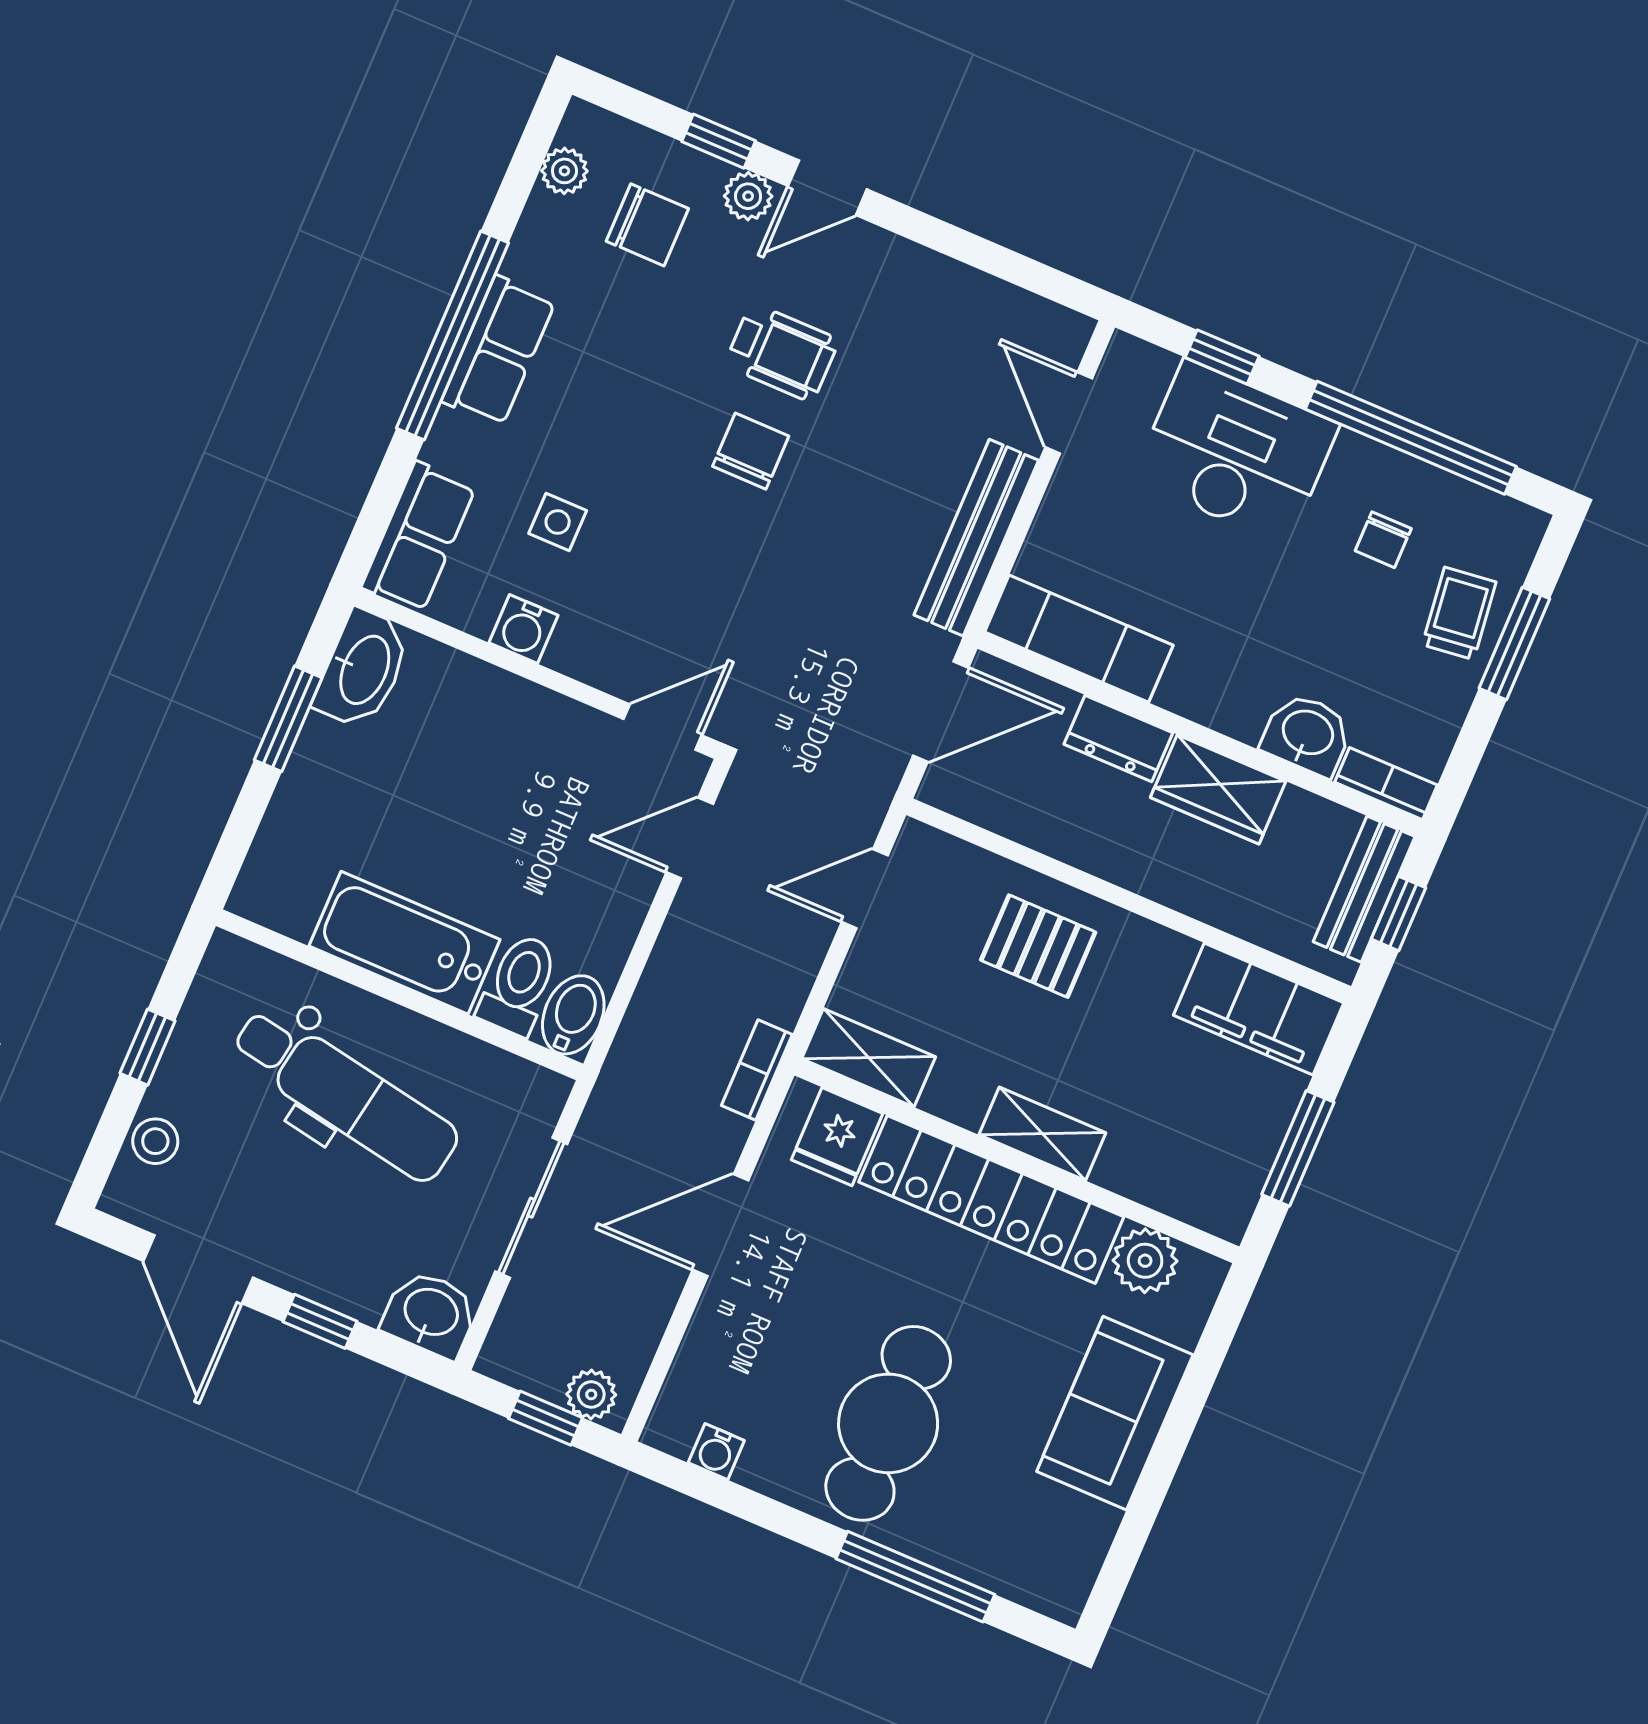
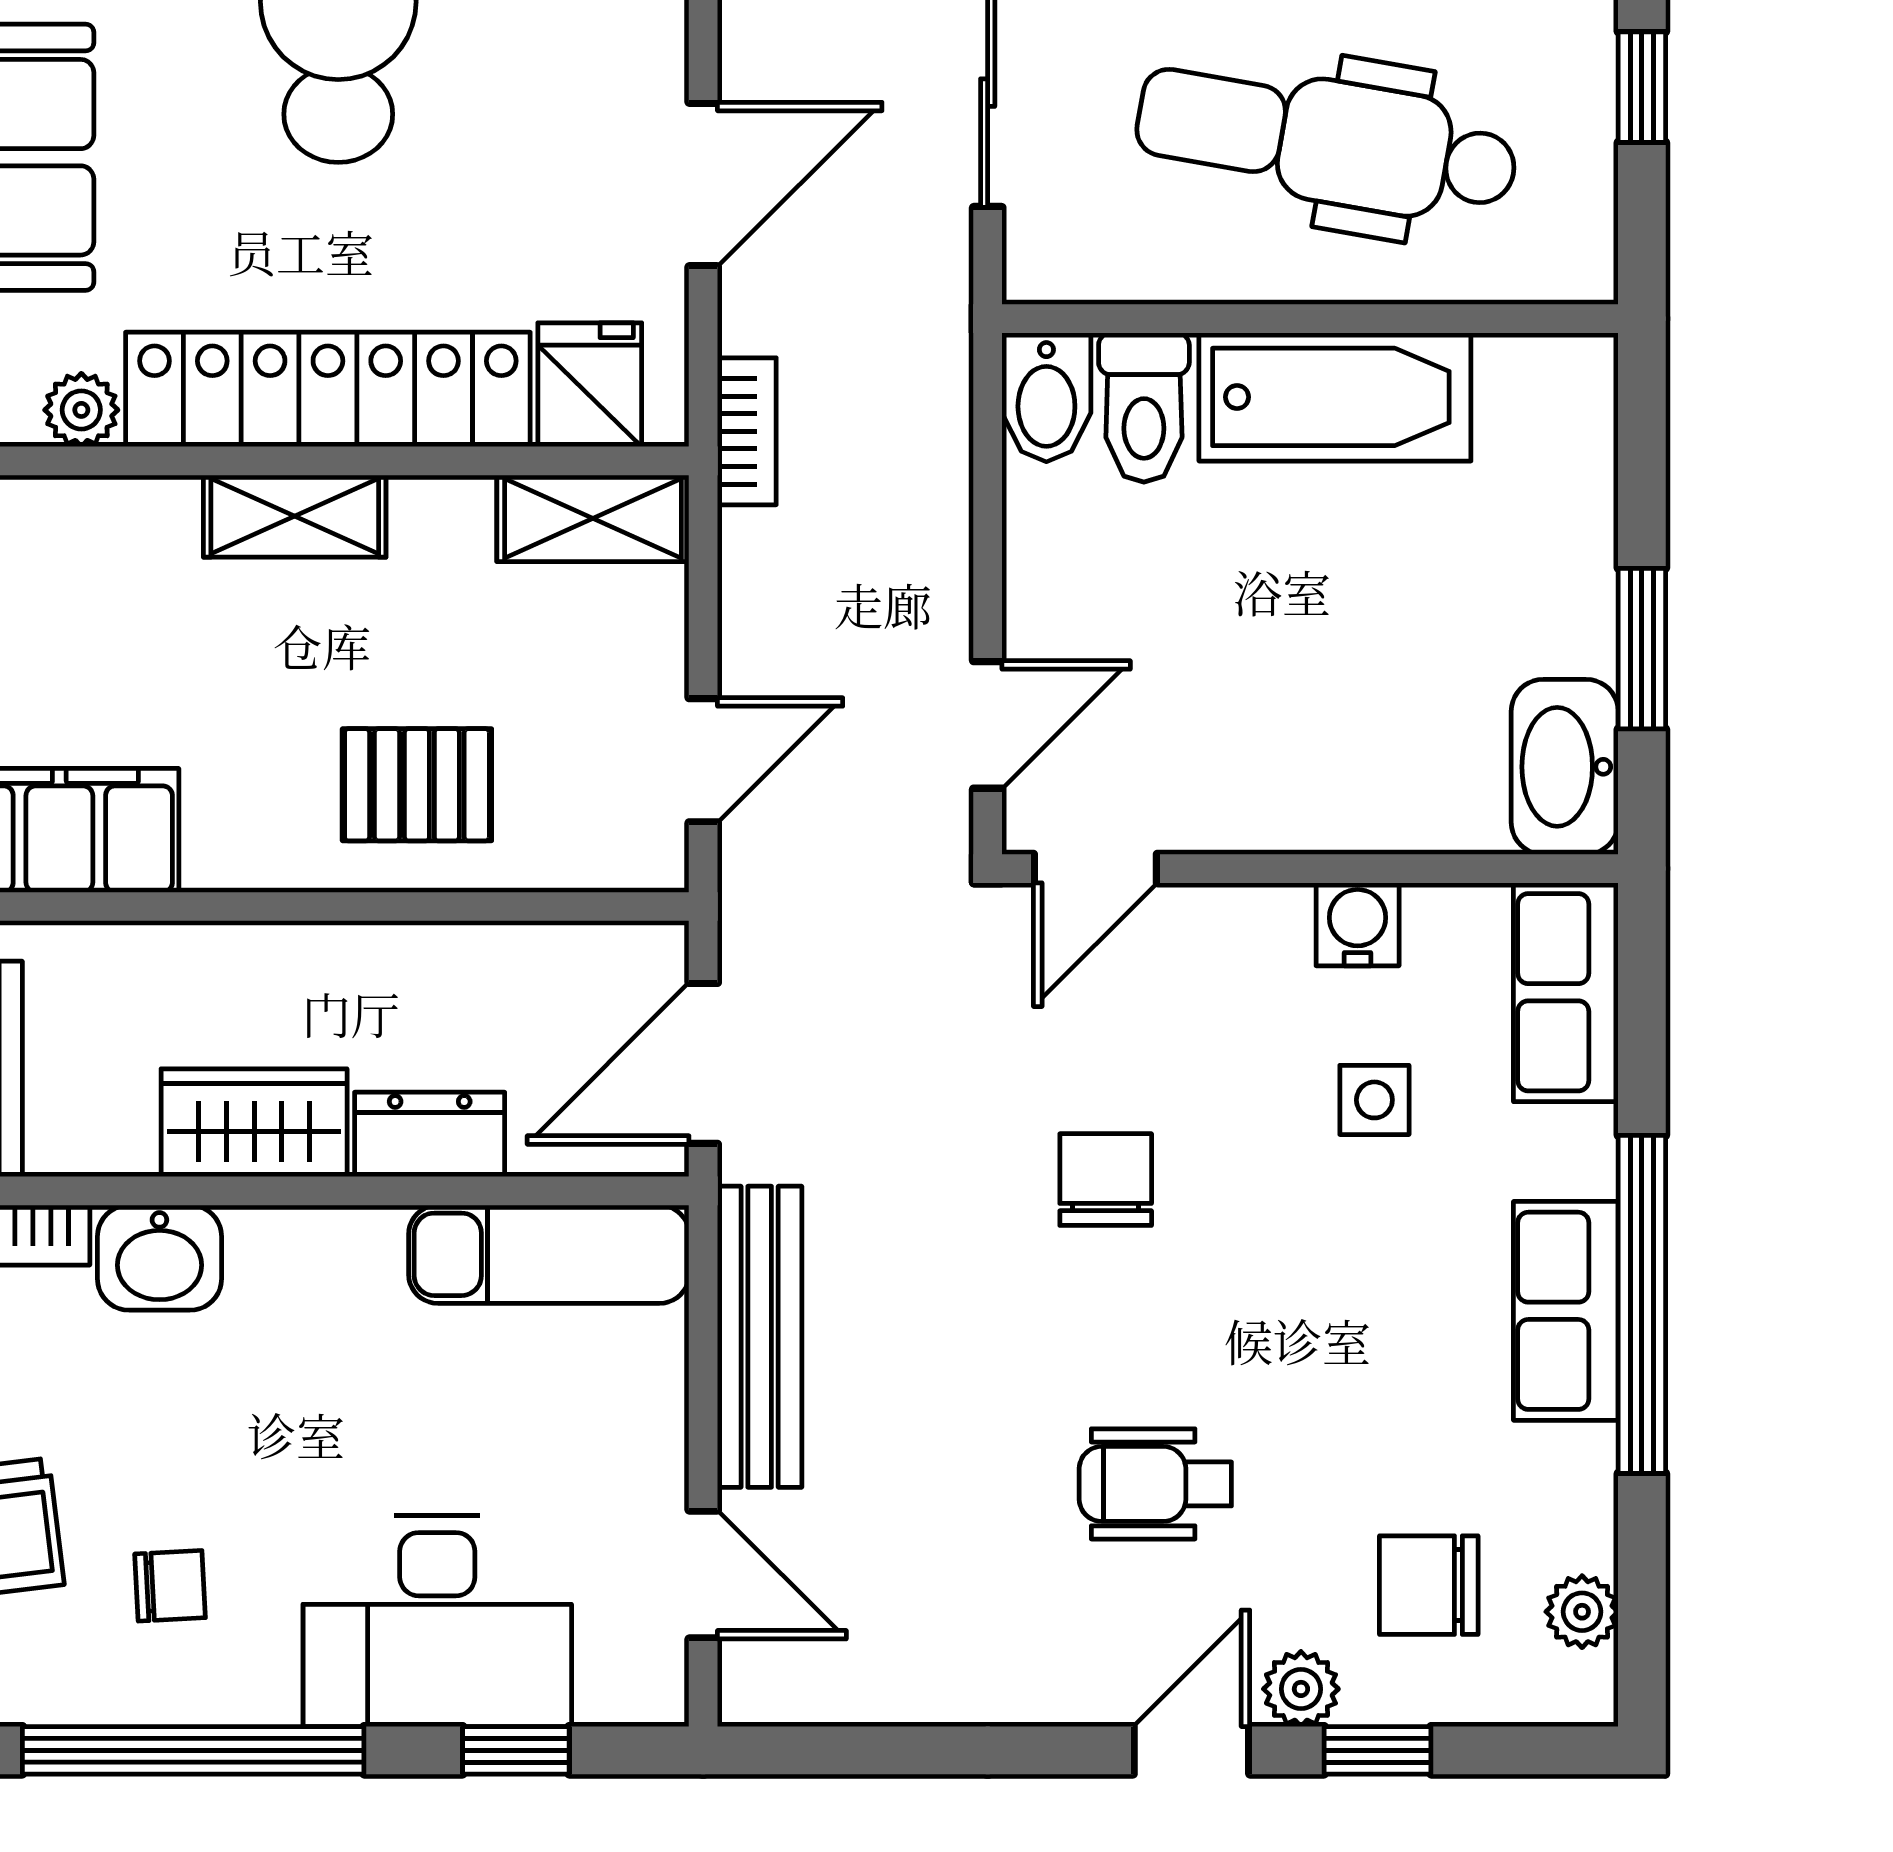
chair: (751, 451) -> (1106, 1180), moved, turned 180
chair: (1383, 540) -> (170, 1586), turned 87
plant: (1145, 1261) -> (81, 410), width x0.73, depth x0.73

